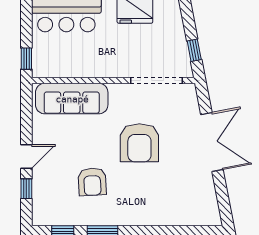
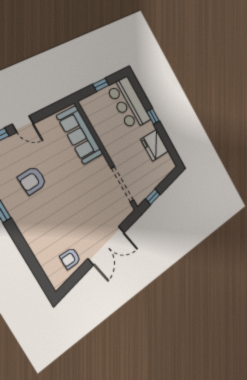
window: (26, 59) -> (101, 85), moved
armchair: (139, 143) -> (70, 258), moved, width x0.53, depth x0.53

